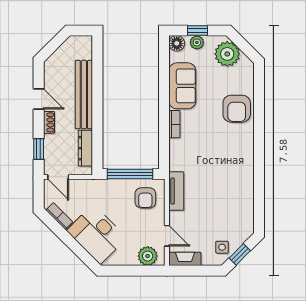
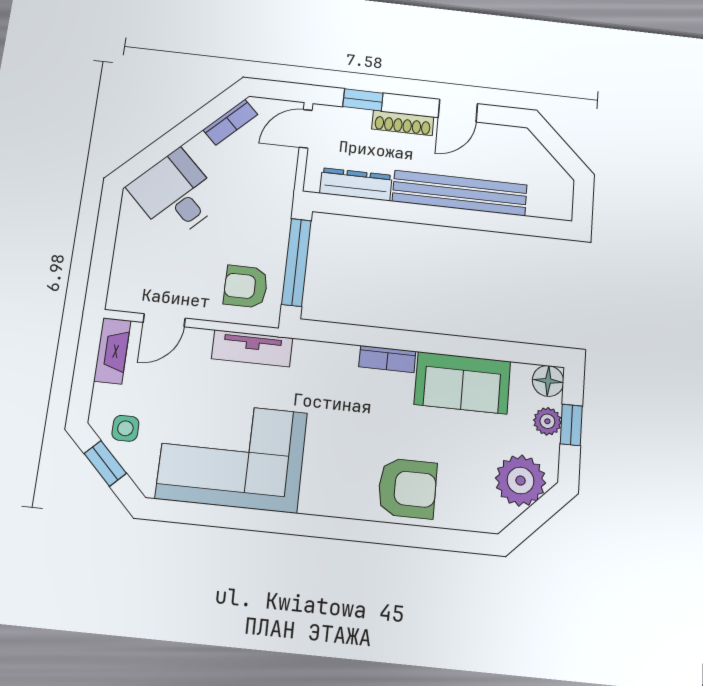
armchair: (237, 109) -> (407, 488), turned 180
shoe rack: (49, 122) -> (403, 123), width x1.43
corner sofa: (230, 195) -> (232, 456), added
desk: (97, 234) -> (175, 194), width x0.73
plant: (148, 256) -> (129, 278), removed

